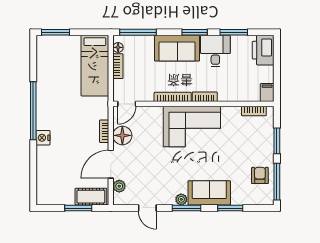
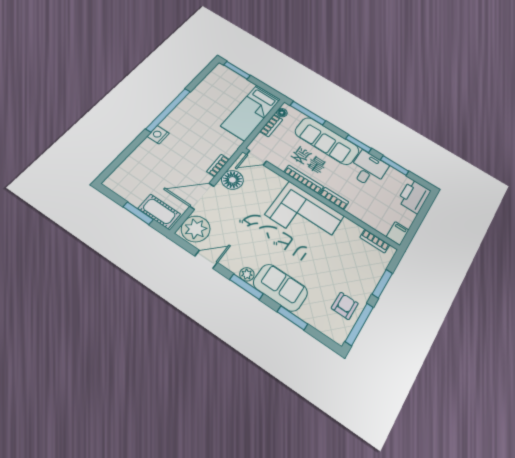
sofa: (177, 48) -> (327, 141), width x1.36
plant: (119, 186) -> (196, 229), width x1.88, depth x1.88
door: (147, 208) -> (206, 259), swing flipped

